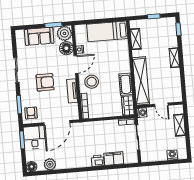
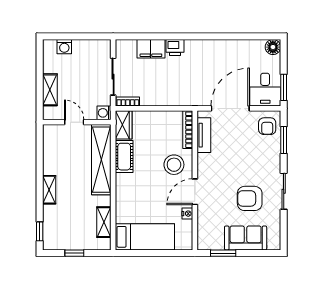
plant: (64, 33) -> (208, 239), removed
floor lamp: (66, 48) -> (207, 217), removed
armchair: (45, 82) -> (250, 198), moved
tv unit: (72, 91) -> (204, 135), moved
plant: (50, 164) -> (246, 48), removed

